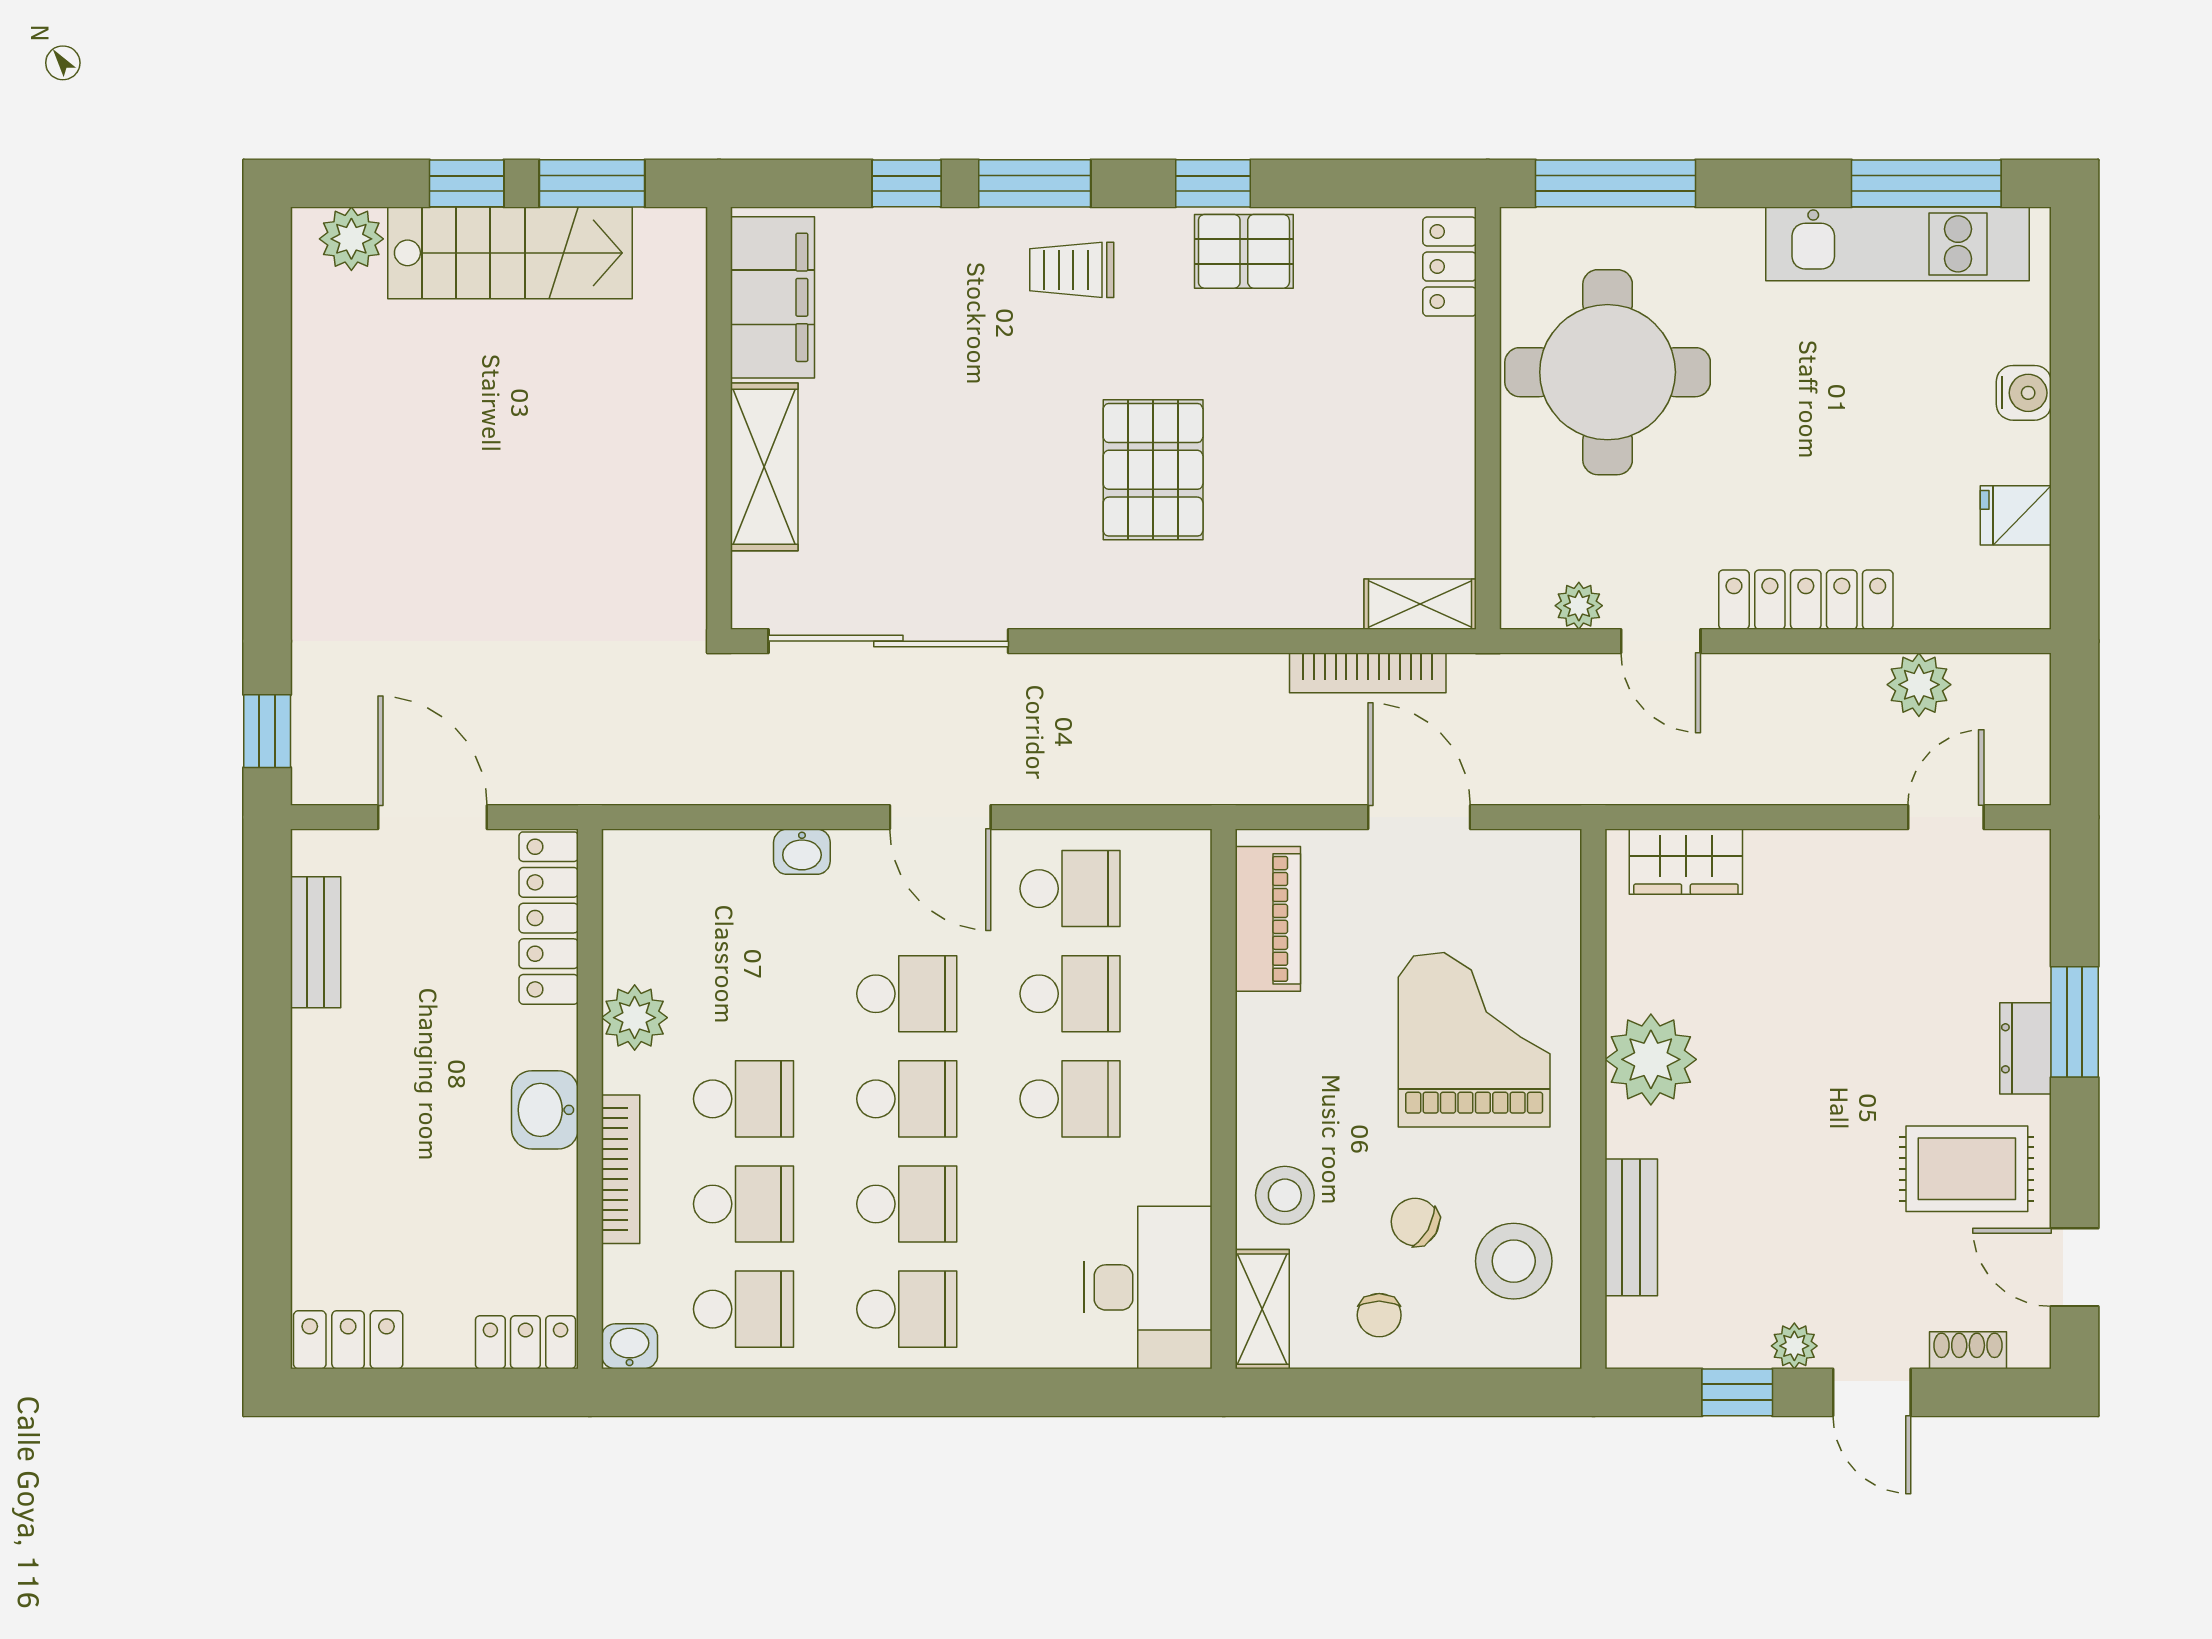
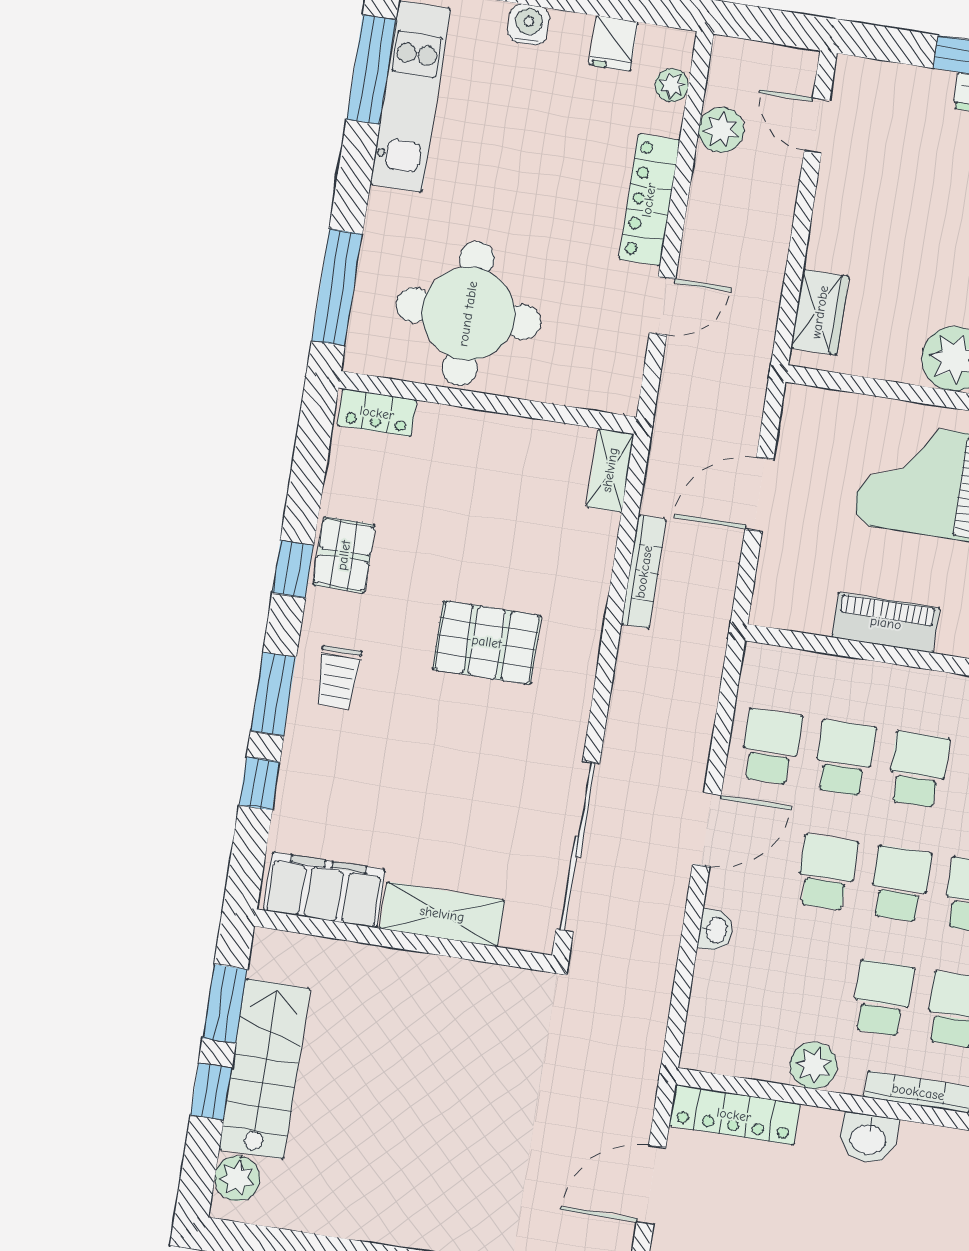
plant: (1579, 606) -> (672, 85), moved
bookcase: (1368, 673) -> (644, 572), moved
piano: (1268, 919) -> (886, 623), moved

